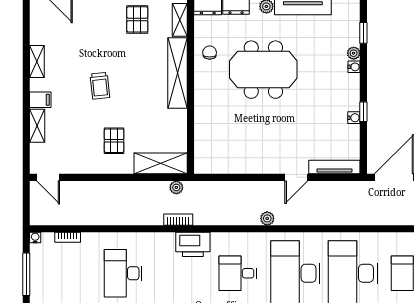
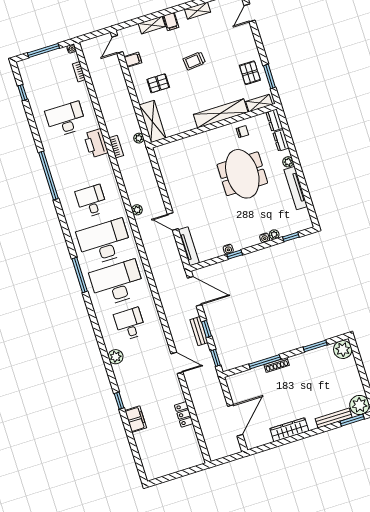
pallet: (137, 19) -> (250, 73), turned 90
filing cabinet: (74, 164) -> (133, 60), added
printer: (193, 244) -> (96, 143), moved

